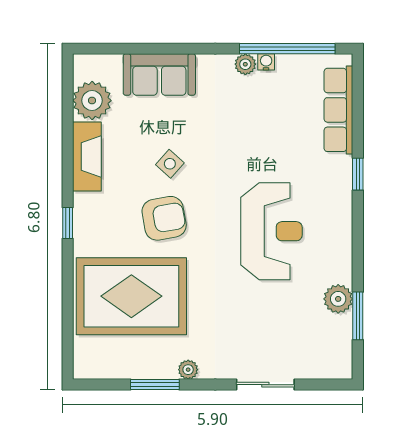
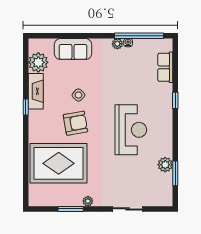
row of seats: (338, 110) -> (165, 67), width x0.68
window: (68, 223) -> (26, 107), moved

